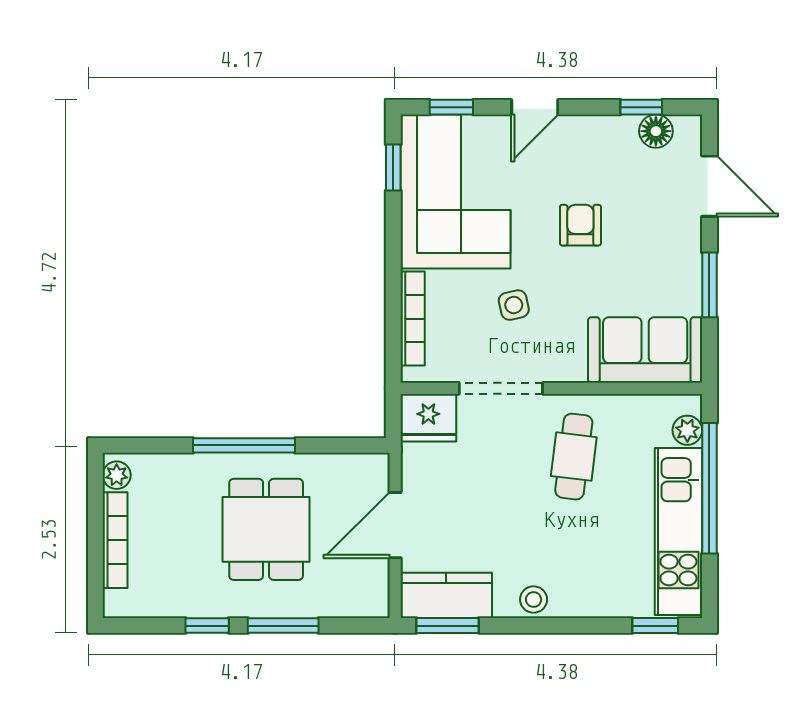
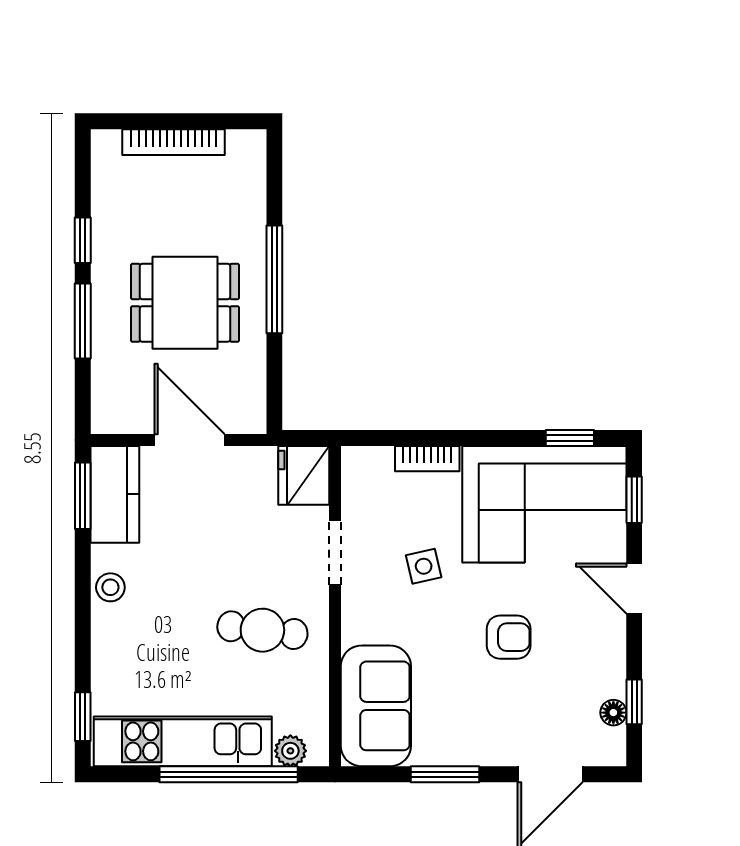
floor lamp: (656, 131) -> (613, 713), width x0.73, depth x0.73
bookcase: (413, 319) -> (427, 459), width x0.64
doorway: (501, 388) -> (335, 553), width x0.73
plant: (117, 475) -> (243, 144), removed

